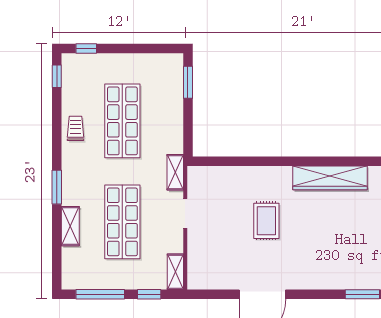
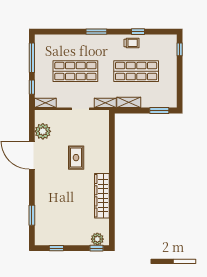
window: (57, 76) -> (138, 32), moved
rug: (266, 221) -> (76, 158), turned 90
shelving: (70, 226) -> (129, 102), moved
plant: (223, 276) -> (43, 131), added

